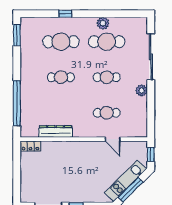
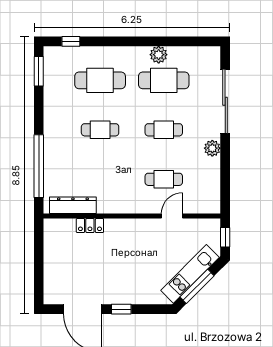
window: (65, 14) -> (71, 41), moved
dresser: (56, 131) -> (73, 205), moved
door: (113, 139) -> (172, 216), swing flipped
locker: (30, 146) -> (90, 226), moved

